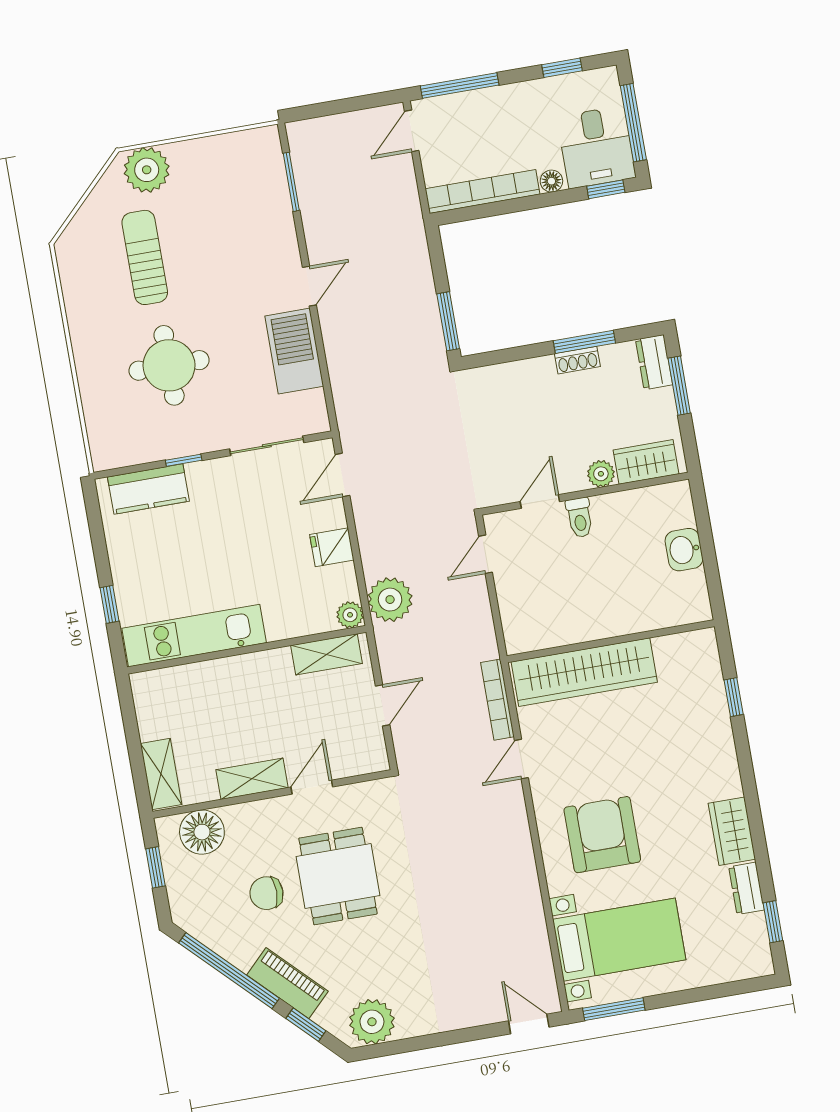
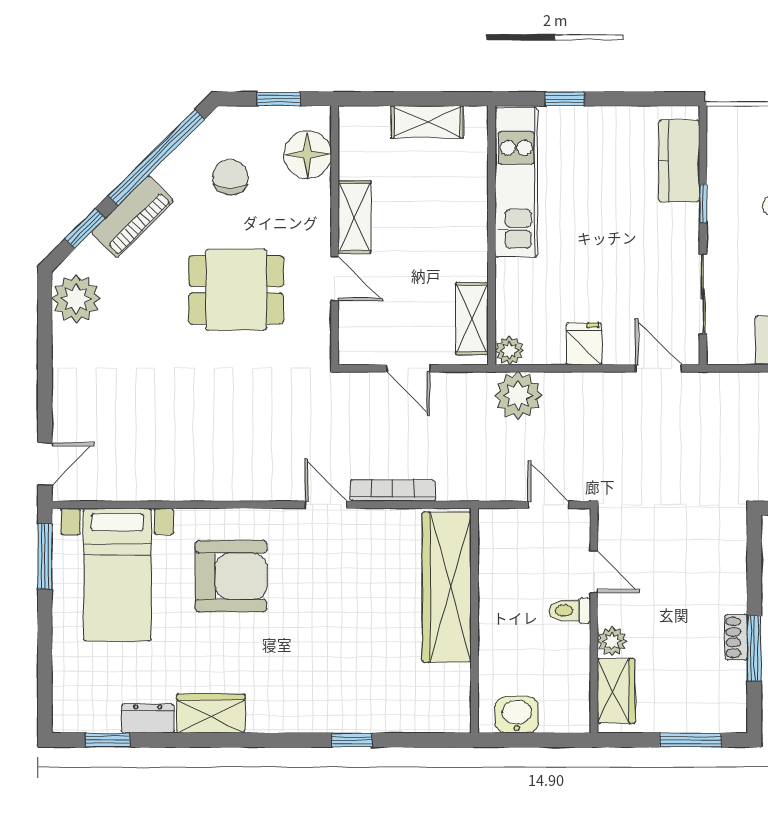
dresser: (654, 362) -> (720, 718), removed
wall: (611, 641) -> (475, 621), moved
wardrobe: (584, 672) -> (447, 587), moved
shelving: (161, 774) -> (427, 122), moved
chair: (266, 893) -> (230, 177), moved

